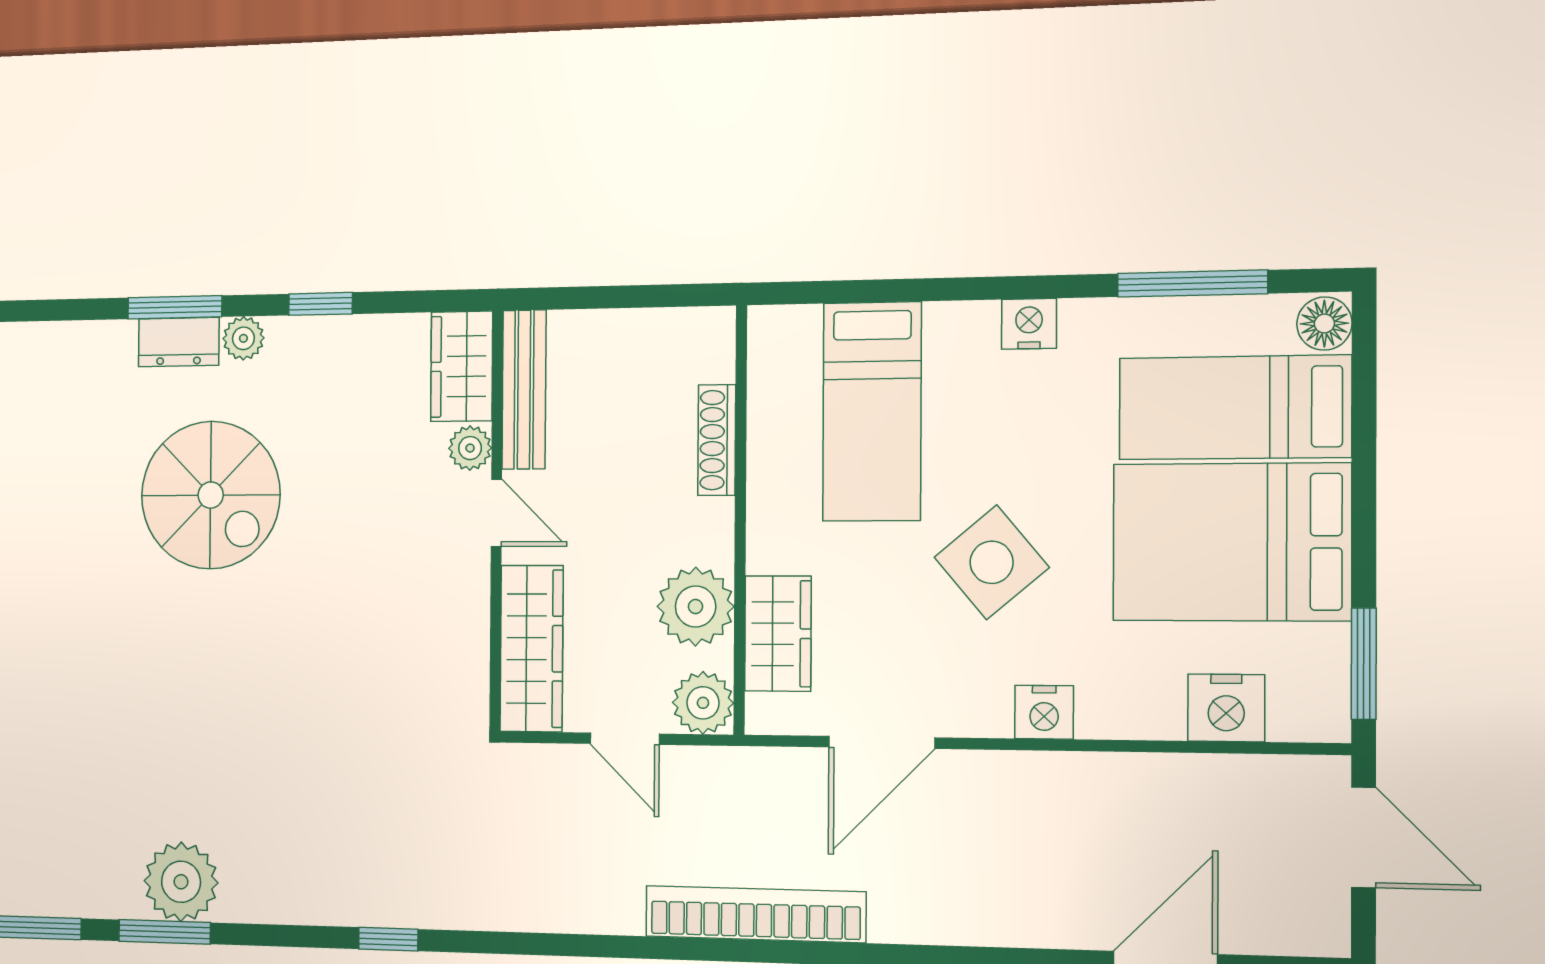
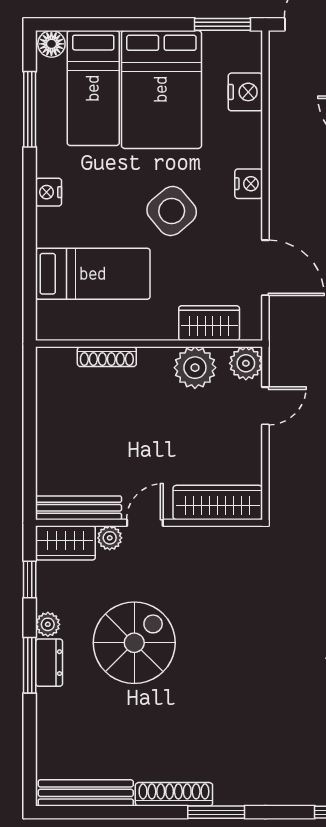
wardrobe: (462, 366) -> (65, 543), moved
bench: (524, 390) -> (79, 508), moved
plant: (470, 448) -> (110, 538), moved
door: (496, 513) -> (145, 523), moved
wall: (496, 521) -> (149, 523), moved
wardrobe: (532, 649) -> (218, 502), moved

